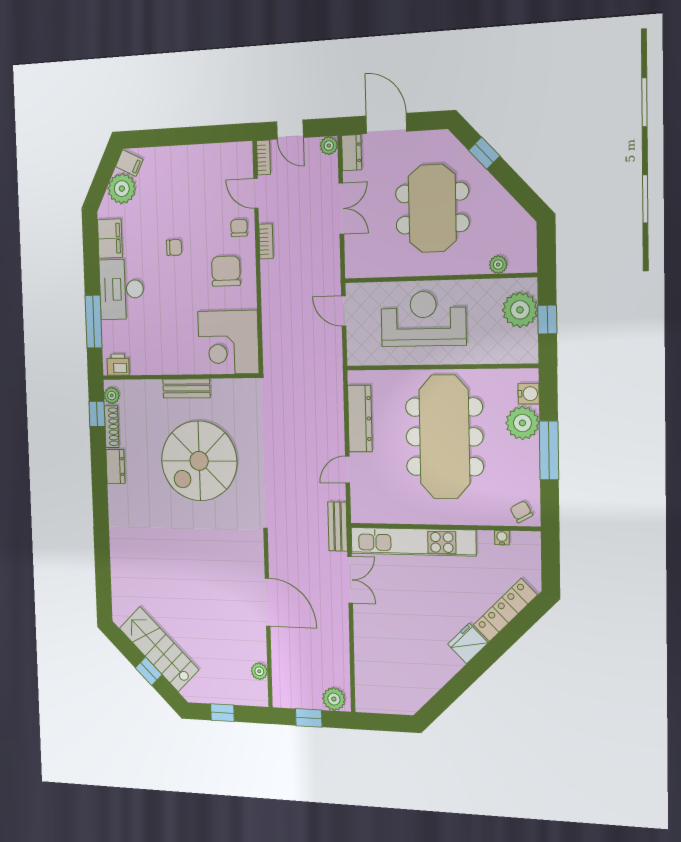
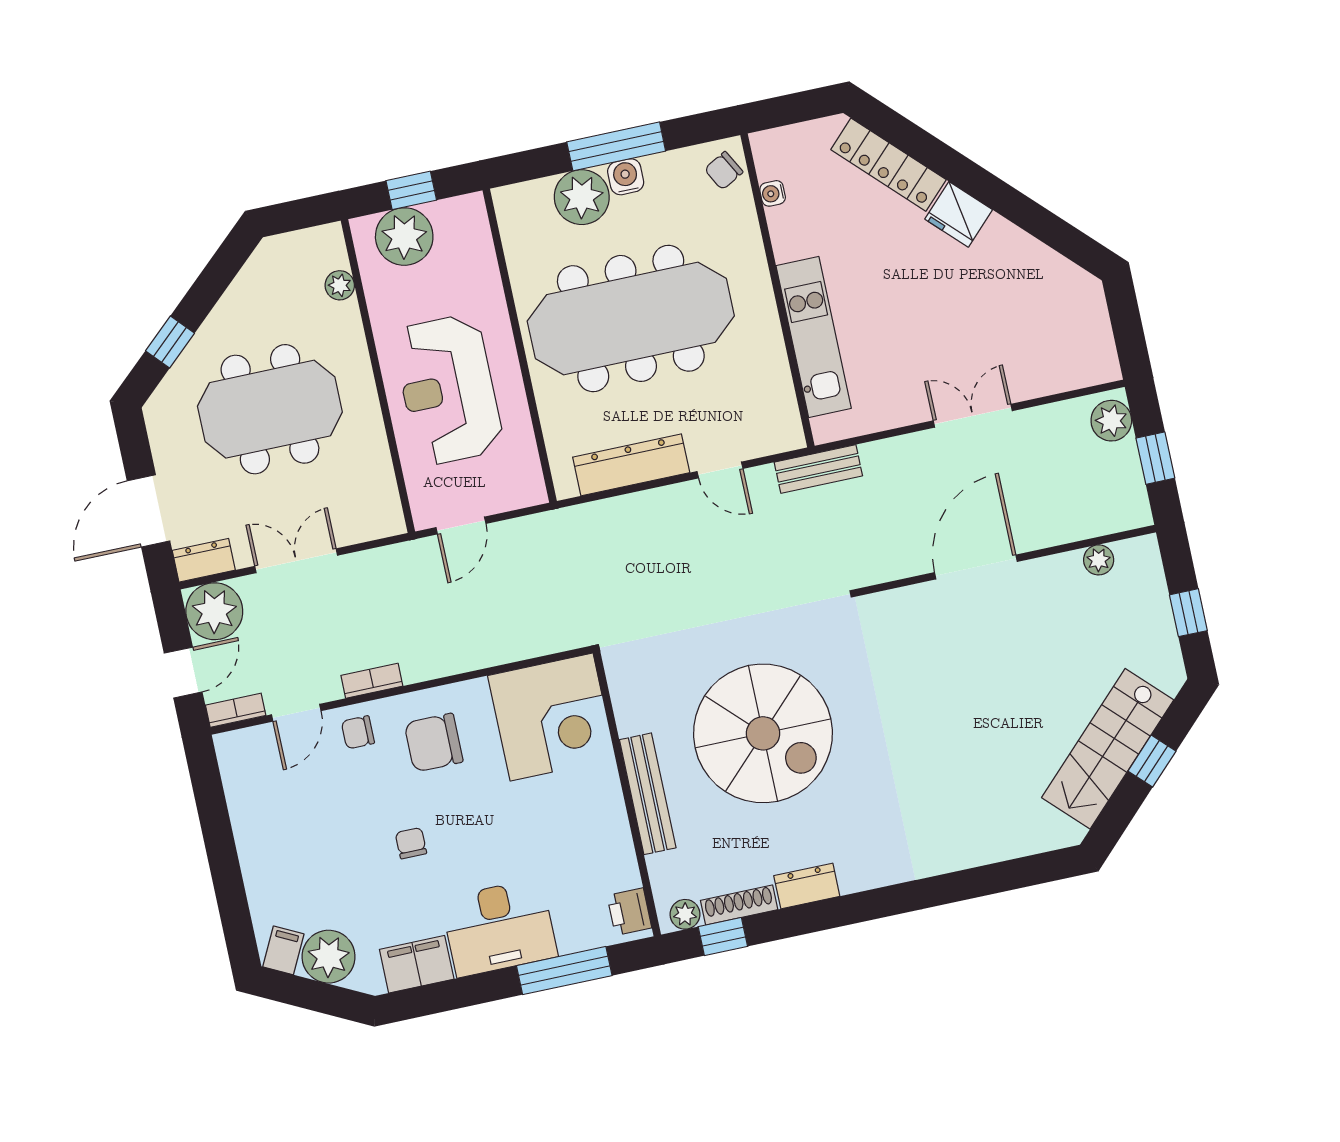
plant: (329, 146) -> (214, 611), width x1.87, depth x1.87
bench: (186, 388) -> (648, 794), width x1.36
water cooler: (529, 394) -> (626, 177), moved
kitchen unit: (413, 542) -> (814, 337), width x0.73
double door: (350, 580) -> (973, 416), moved

